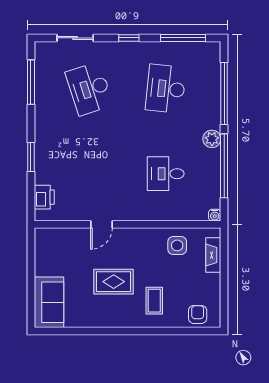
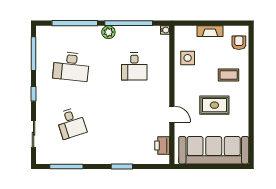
desk: (89, 89) -> (71, 123), width x0.73
printer: (44, 197) -> (162, 145), moved, turned -90
fireplace: (213, 255) -> (210, 31), moved
rug: (114, 282) -> (214, 105), turned 90
sofa: (49, 302) -> (214, 150), width x1.85, depth x1.27
armchair: (198, 314) -> (239, 43), turned 90

